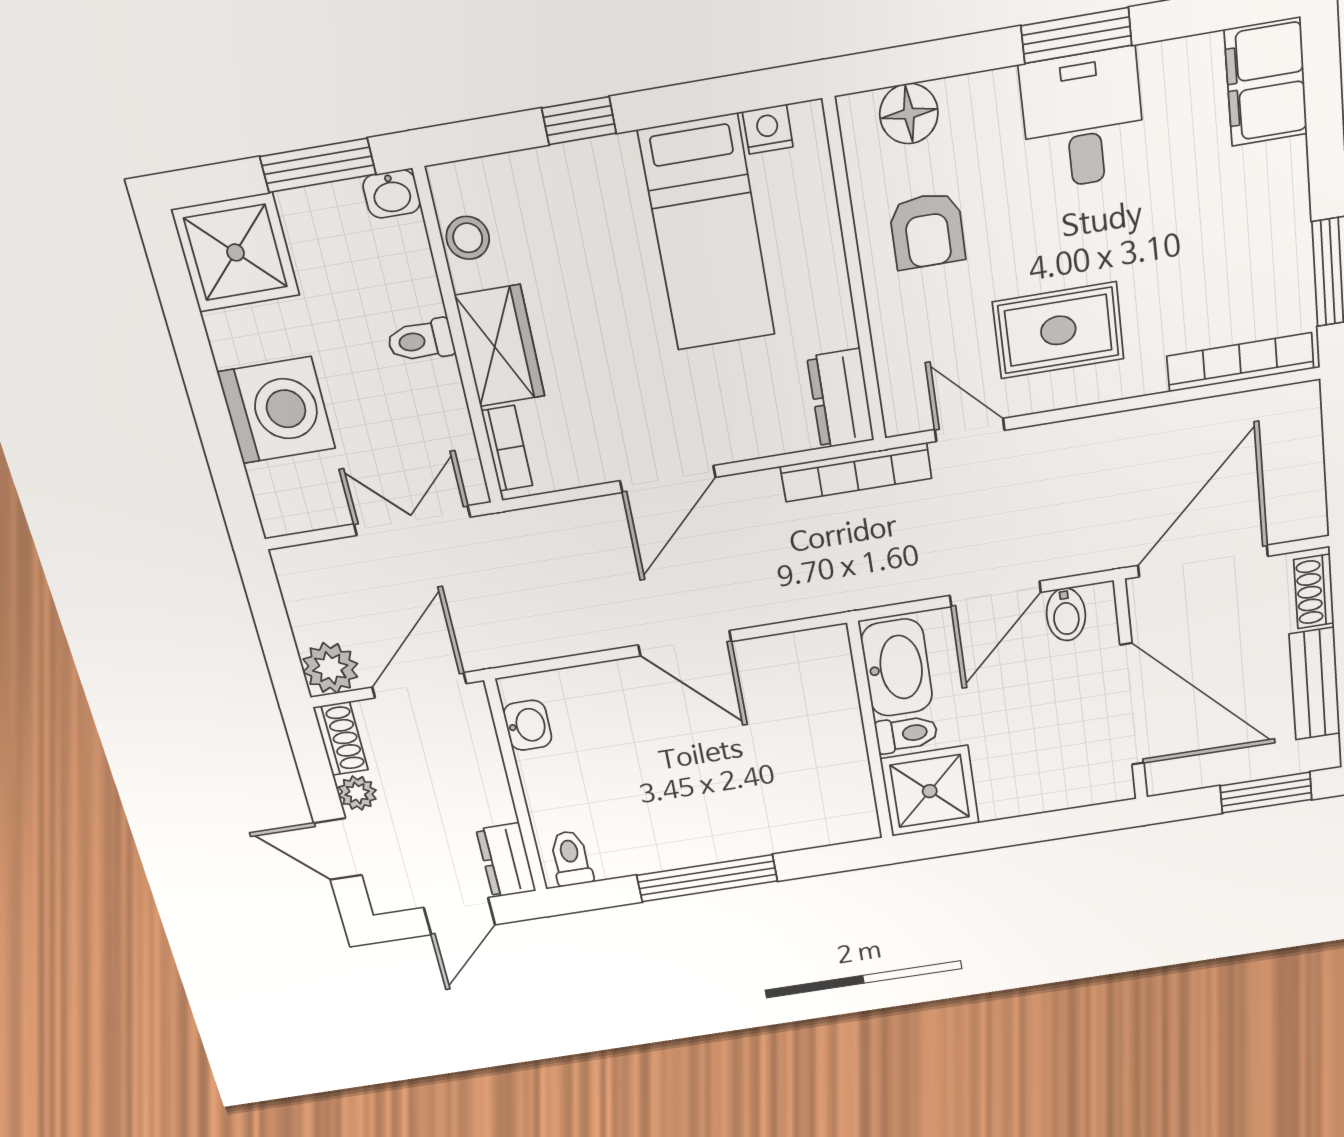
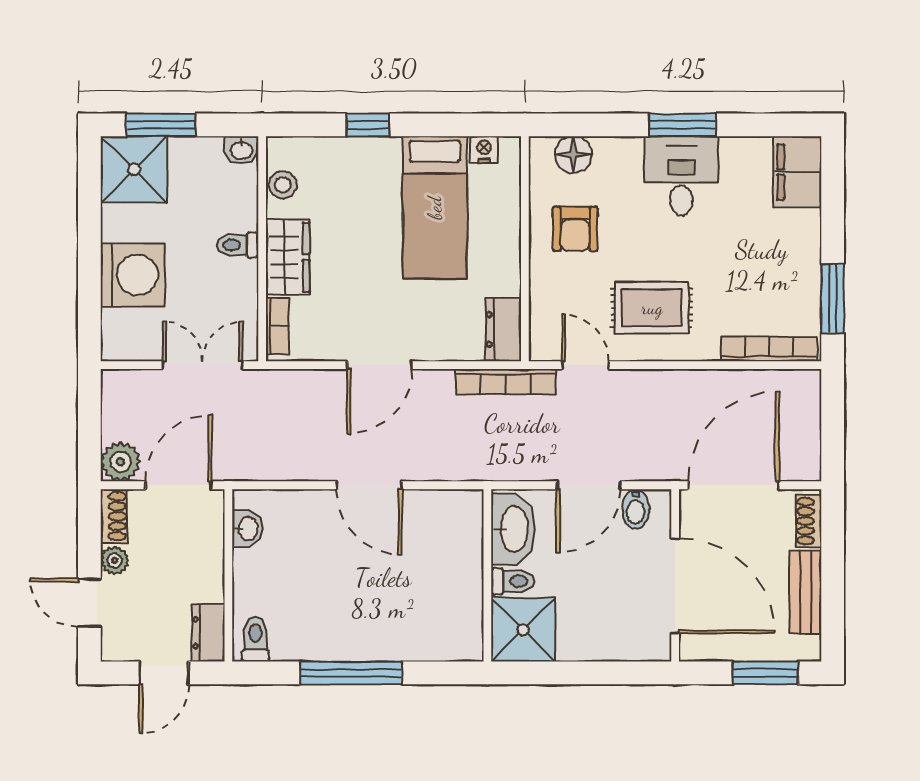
window: (318, 165) -> (161, 125), moved

